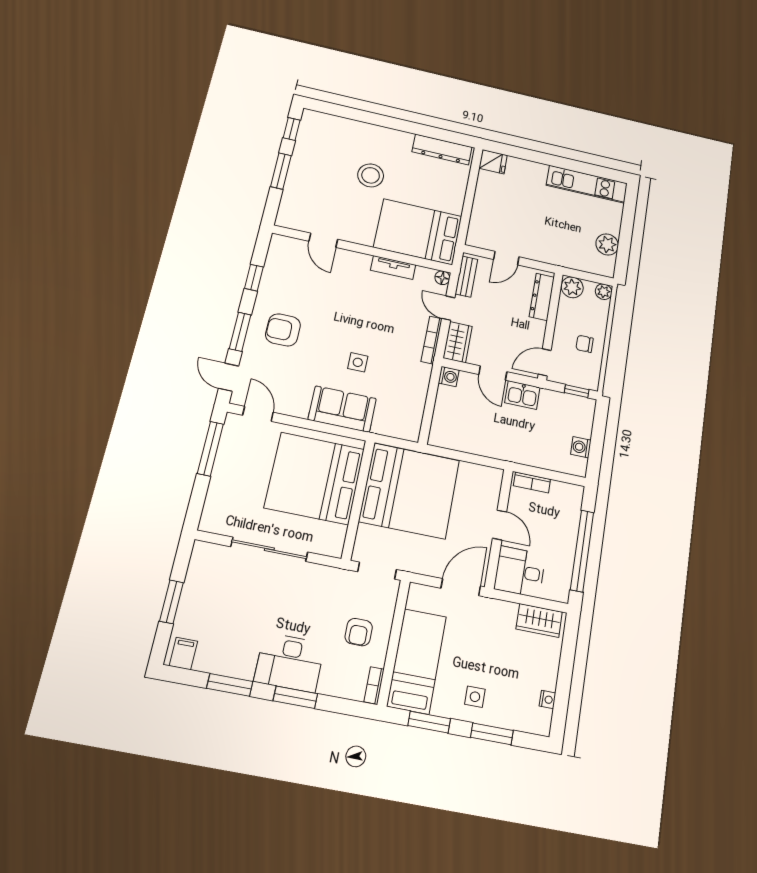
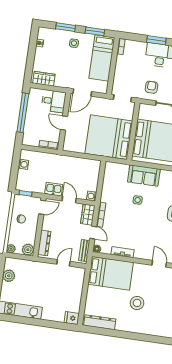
armchair: (359, 632) -> (151, 87), moved

